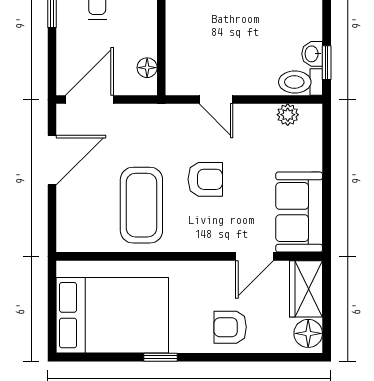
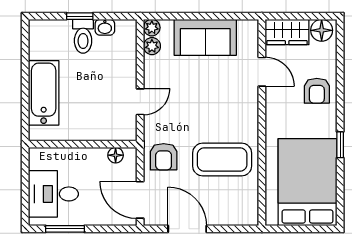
window: (327, 63) -> (80, 16), moved
toilet: (300, 82) -> (83, 36), moved
plant: (312, 114) -> (152, 28), added
armchair: (205, 179) -> (164, 157), moved, turned 180
sofa: (299, 212) -> (205, 37), moved

